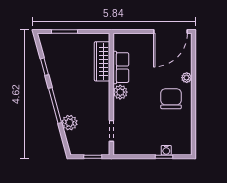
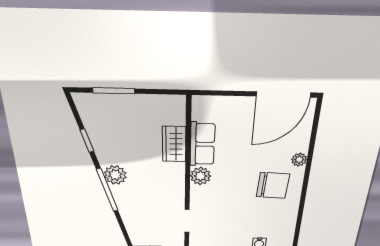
wardrobe: (102, 61) -> (174, 144), width x0.67
chair: (171, 99) -> (273, 185), turned 93
plant: (69, 123) -> (115, 175), moved

